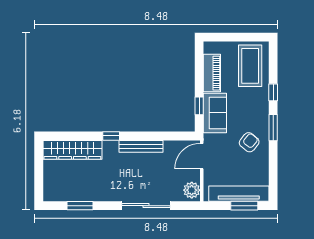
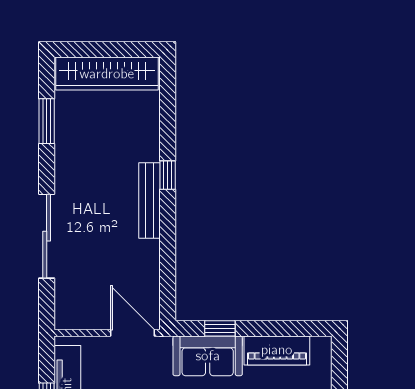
bench: (141, 146) -> (149, 200), moved
wardrobe: (72, 150) -> (107, 74), moved, turned -90
plant: (192, 190) -> (73, 315), removed

